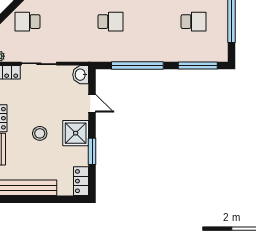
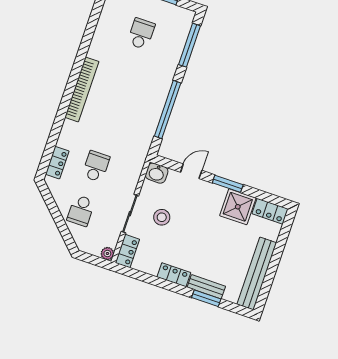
school desk: (111, 22) -> (96, 166), moved
stool: (40, 133) -> (162, 217), moved
shower: (76, 133) -> (238, 207), moved
window: (92, 151) -> (228, 184), moved

